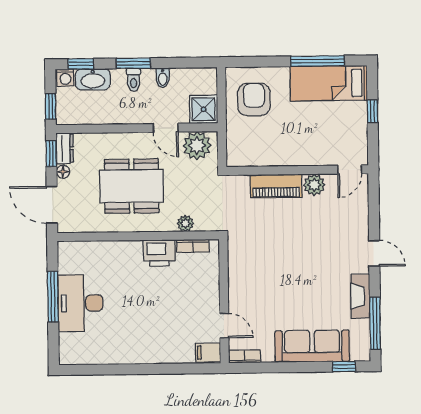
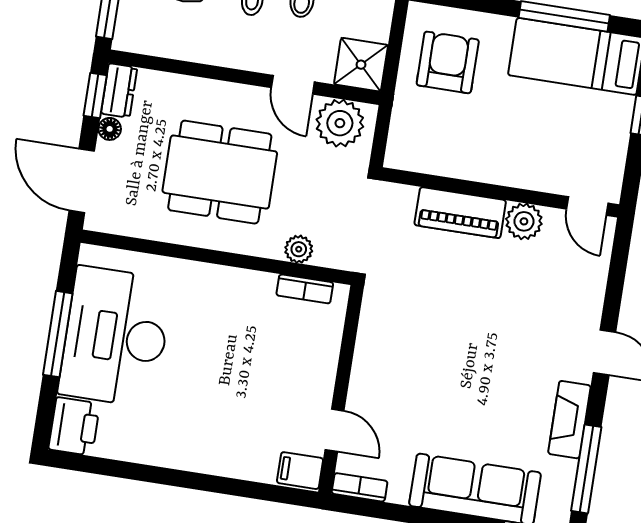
door: (350, 170) -> (587, 206), hinge flipped
printer: (159, 253) -> (74, 426), moved, turned -90
desk: (80, 303) -> (116, 337), width x1.36, depth x1.30

